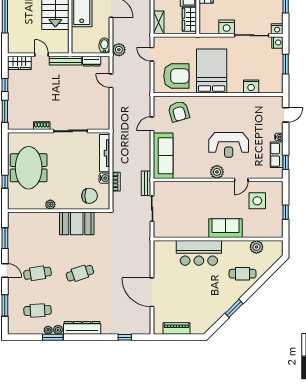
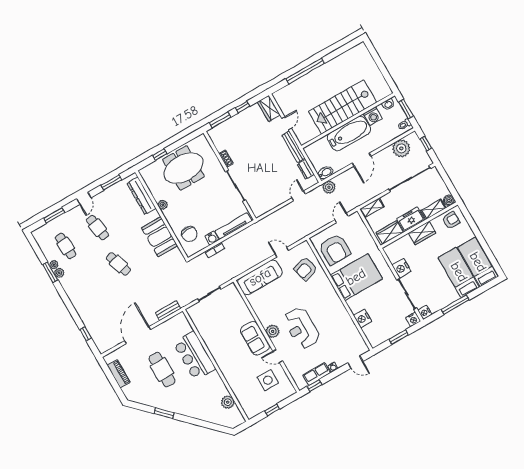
bench: (146, 183) -> (168, 311), moved
sofa: (225, 228) -> (255, 338), moved, turned 180
cafe table: (243, 274) -> (162, 370), moved, width x1.37, depth x1.35
dresser: (82, 328) -> (141, 196), moved, turned 180

